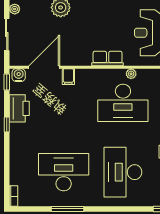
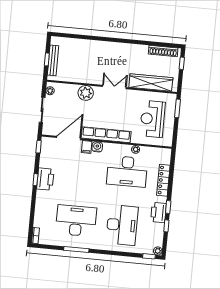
row of seats: (108, 59) -> (106, 135), width x2.02
water cooler: (19, 75) -> (97, 147), moved
printer: (19, 108) -> (45, 179), moved
desk: (123, 172) -> (122, 225), turned 180

